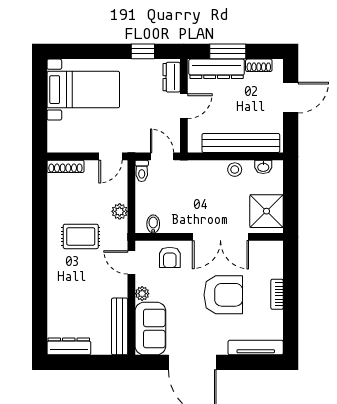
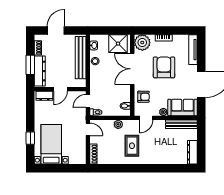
window: (143, 51) -> (30, 138), moved
door: (291, 98) -> (56, 30), hinge flipped
door: (184, 106) -> (60, 89), swing flipped
double door: (220, 237) -> (132, 69), swing flipped
plant: (269, 255) -> (142, 43), added

